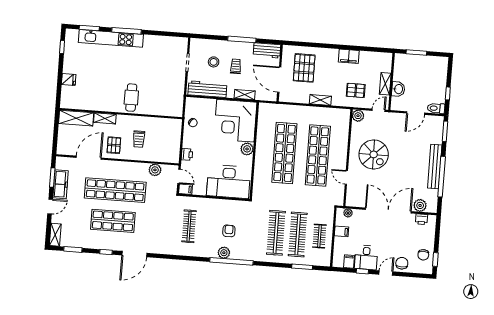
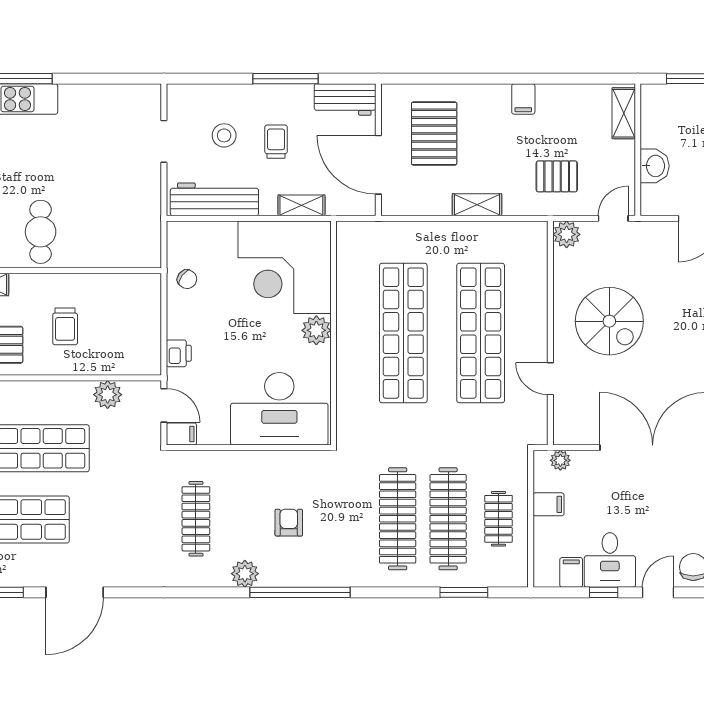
filing cabinet: (349, 56) -> (523, 99), width x0.50
shelving: (385, 84) -> (624, 113), moved
plant: (224, 253) -> (245, 574), moved

